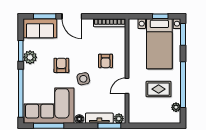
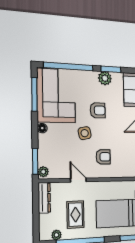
armchair: (106, 61) -> (103, 157), turned 180
tv unit: (99, 118) -> (43, 150), removed
dresser: (142, 118) -> (44, 198), added

